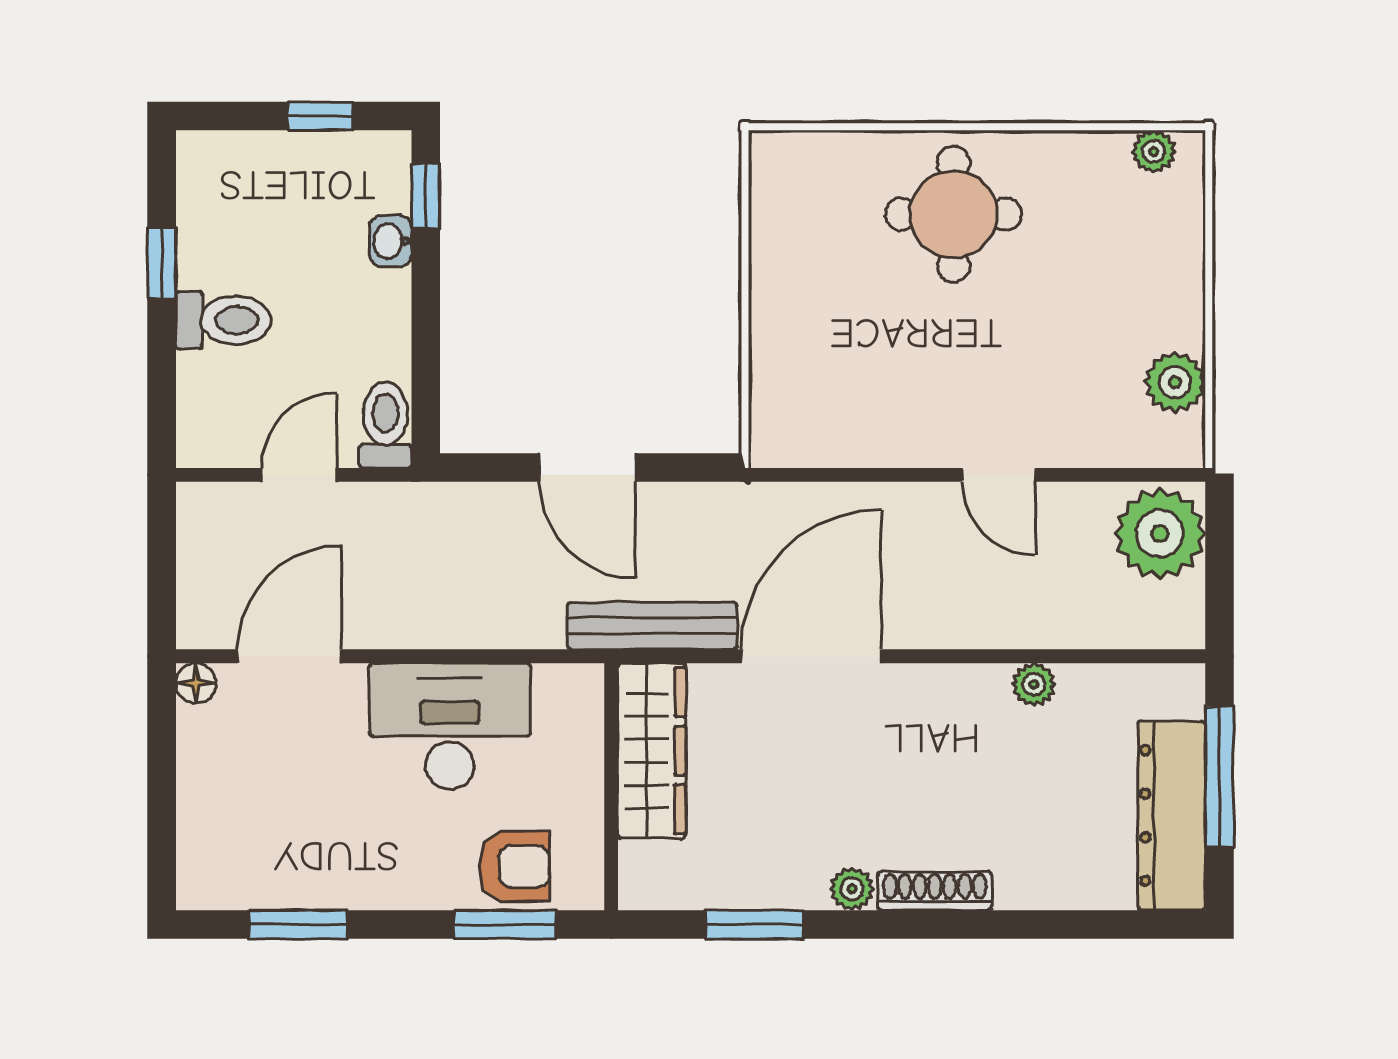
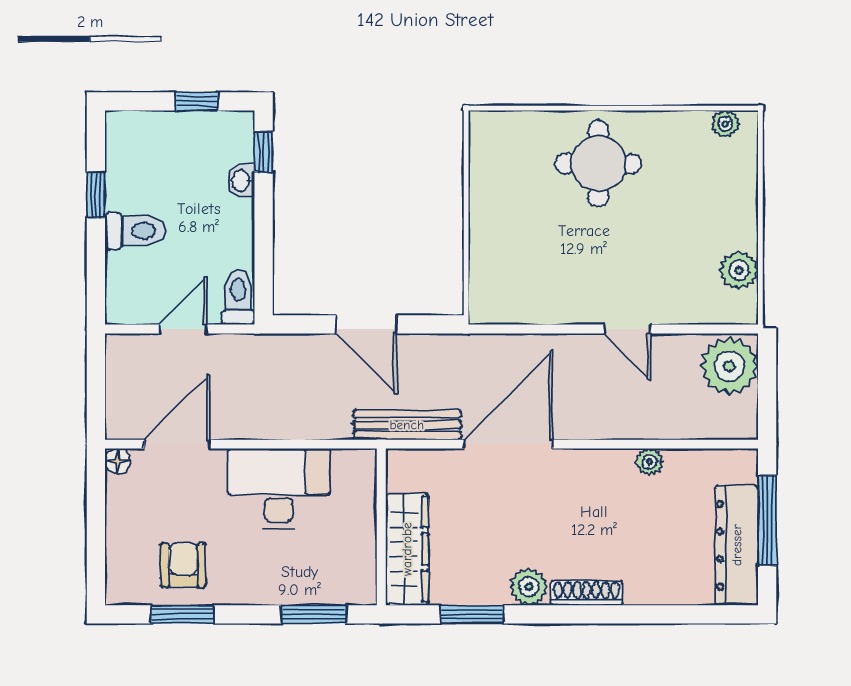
wardrobe: (652, 751) -> (407, 549), moved
armchair: (514, 866) -> (183, 565), moved, turned -90
plant: (852, 889) -> (529, 587), width x1.38, depth x1.38

